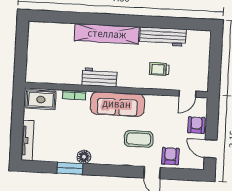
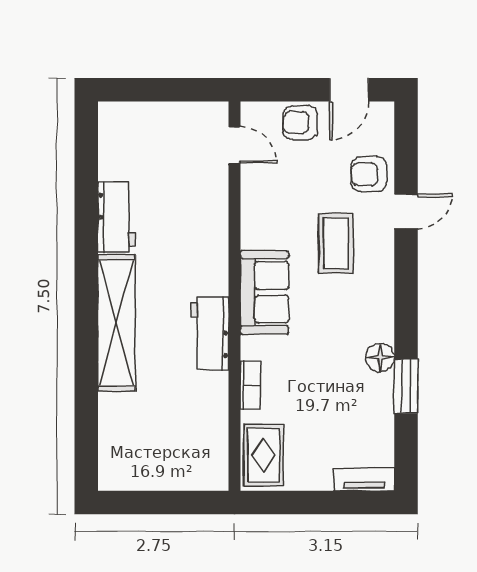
workbench: (163, 37) -> (116, 217), width x0.73
trolley: (159, 69) -> (186, 208), removed
sofa: (117, 104) -> (265, 292), width x0.73
tv unit: (27, 141) -> (364, 479), width x0.71

